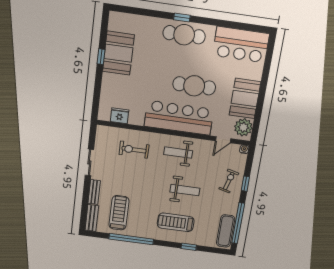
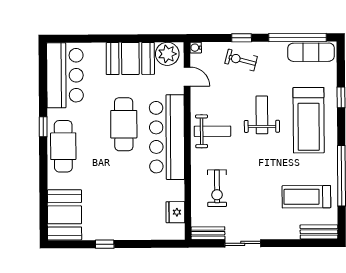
window: (182, 18) -> (43, 127), moved
booth: (118, 53) -> (64, 215), moved, turned 90
weight bench: (178, 153) -> (212, 131), turned -90
bench: (94, 192) -> (208, 233), moved
treadmill: (176, 222) -> (309, 120), width x1.37, depth x1.38

